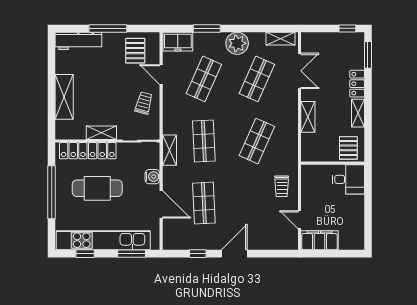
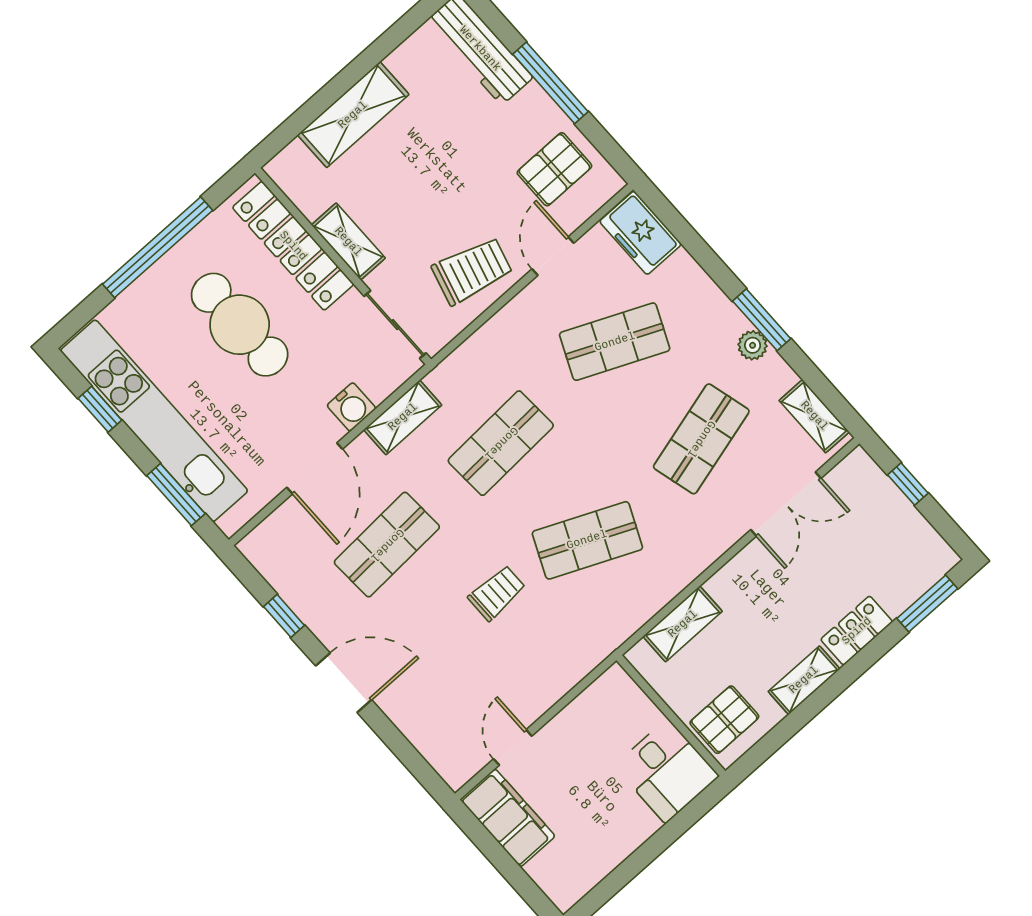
window: (207, 28) -> (762, 320), moved
window: (347, 28) -> (908, 484), moved
plant: (237, 43) -> (753, 345), width x0.53, depth x0.53
shop shelf: (257, 79) -> (701, 439), turned -39
trolley: (144, 103) -> (472, 271), width x1.36, depth x1.39
shelving: (308, 117) -> (683, 624), moved
shelving: (170, 150) -> (403, 417), moved
trolley: (282, 186) -> (497, 593), moved, turned 180

